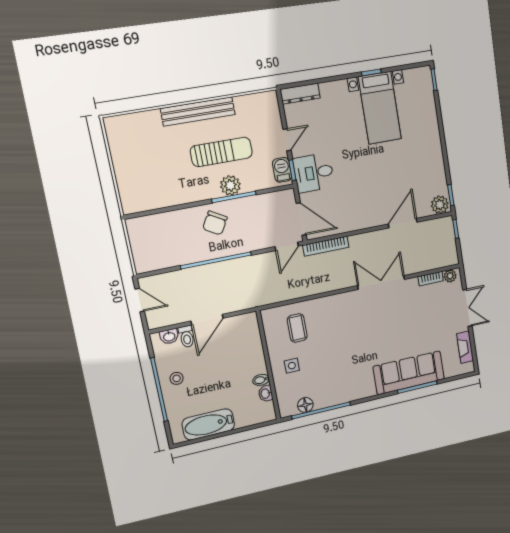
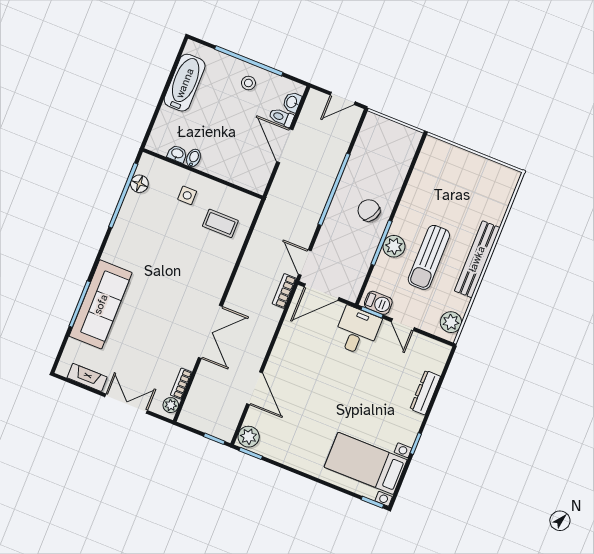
dresser: (300, 94) -> (425, 393), moved
plant: (261, 102) -> (451, 322), added
bed with nightstands: (380, 108) -> (366, 463), moved
bookcase: (326, 246) -> (284, 291), width x0.64
double door: (467, 308) -> (126, 404), swing flipped

